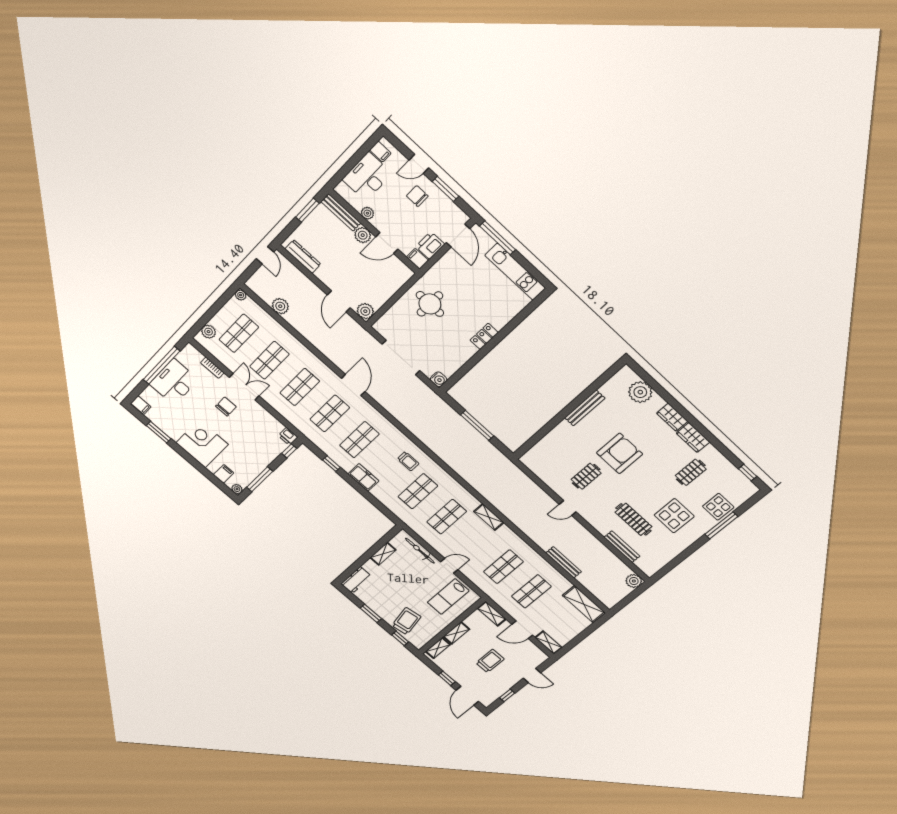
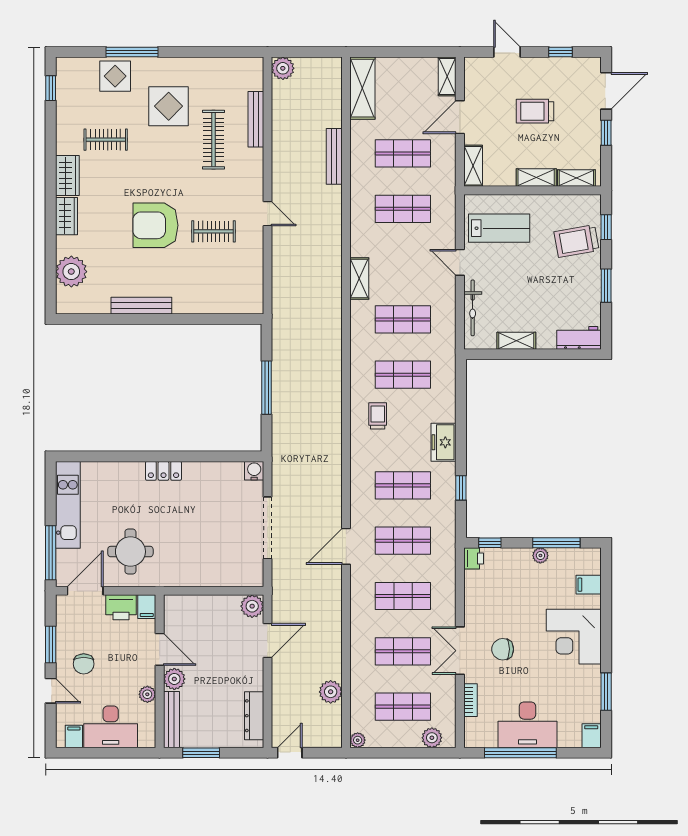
round table: (430, 304) -> (130, 552), moved
plant: (237, 489) -> (540, 555), moved
door: (522, 630) -> (460, 117), swing flipped

